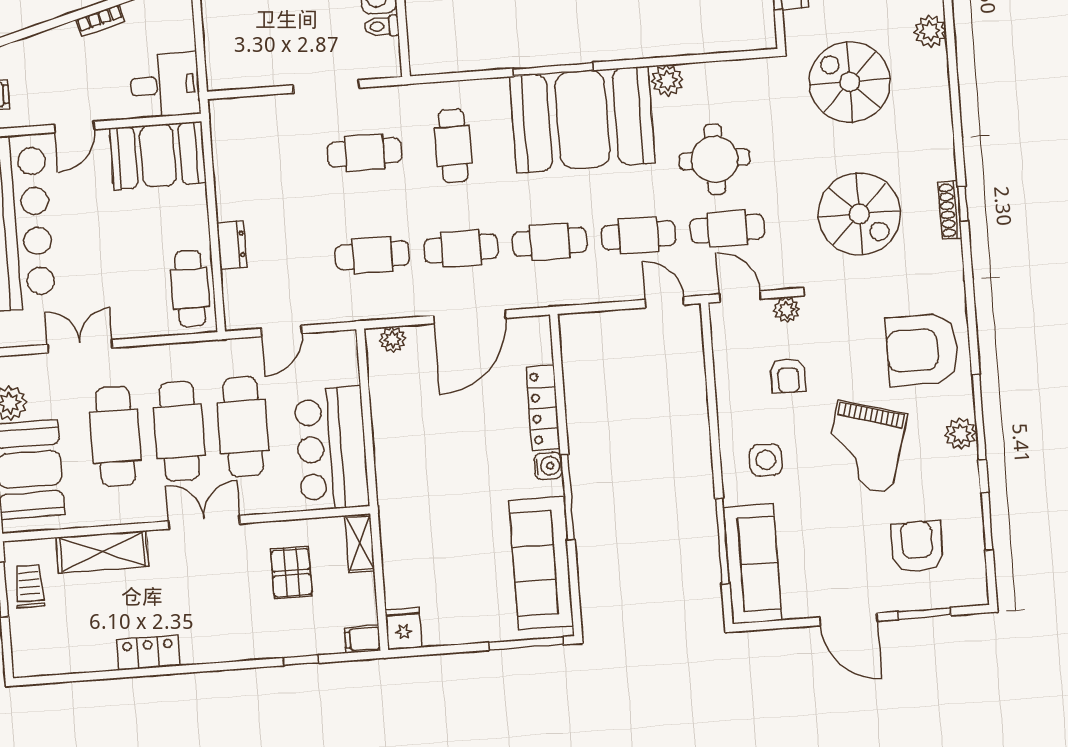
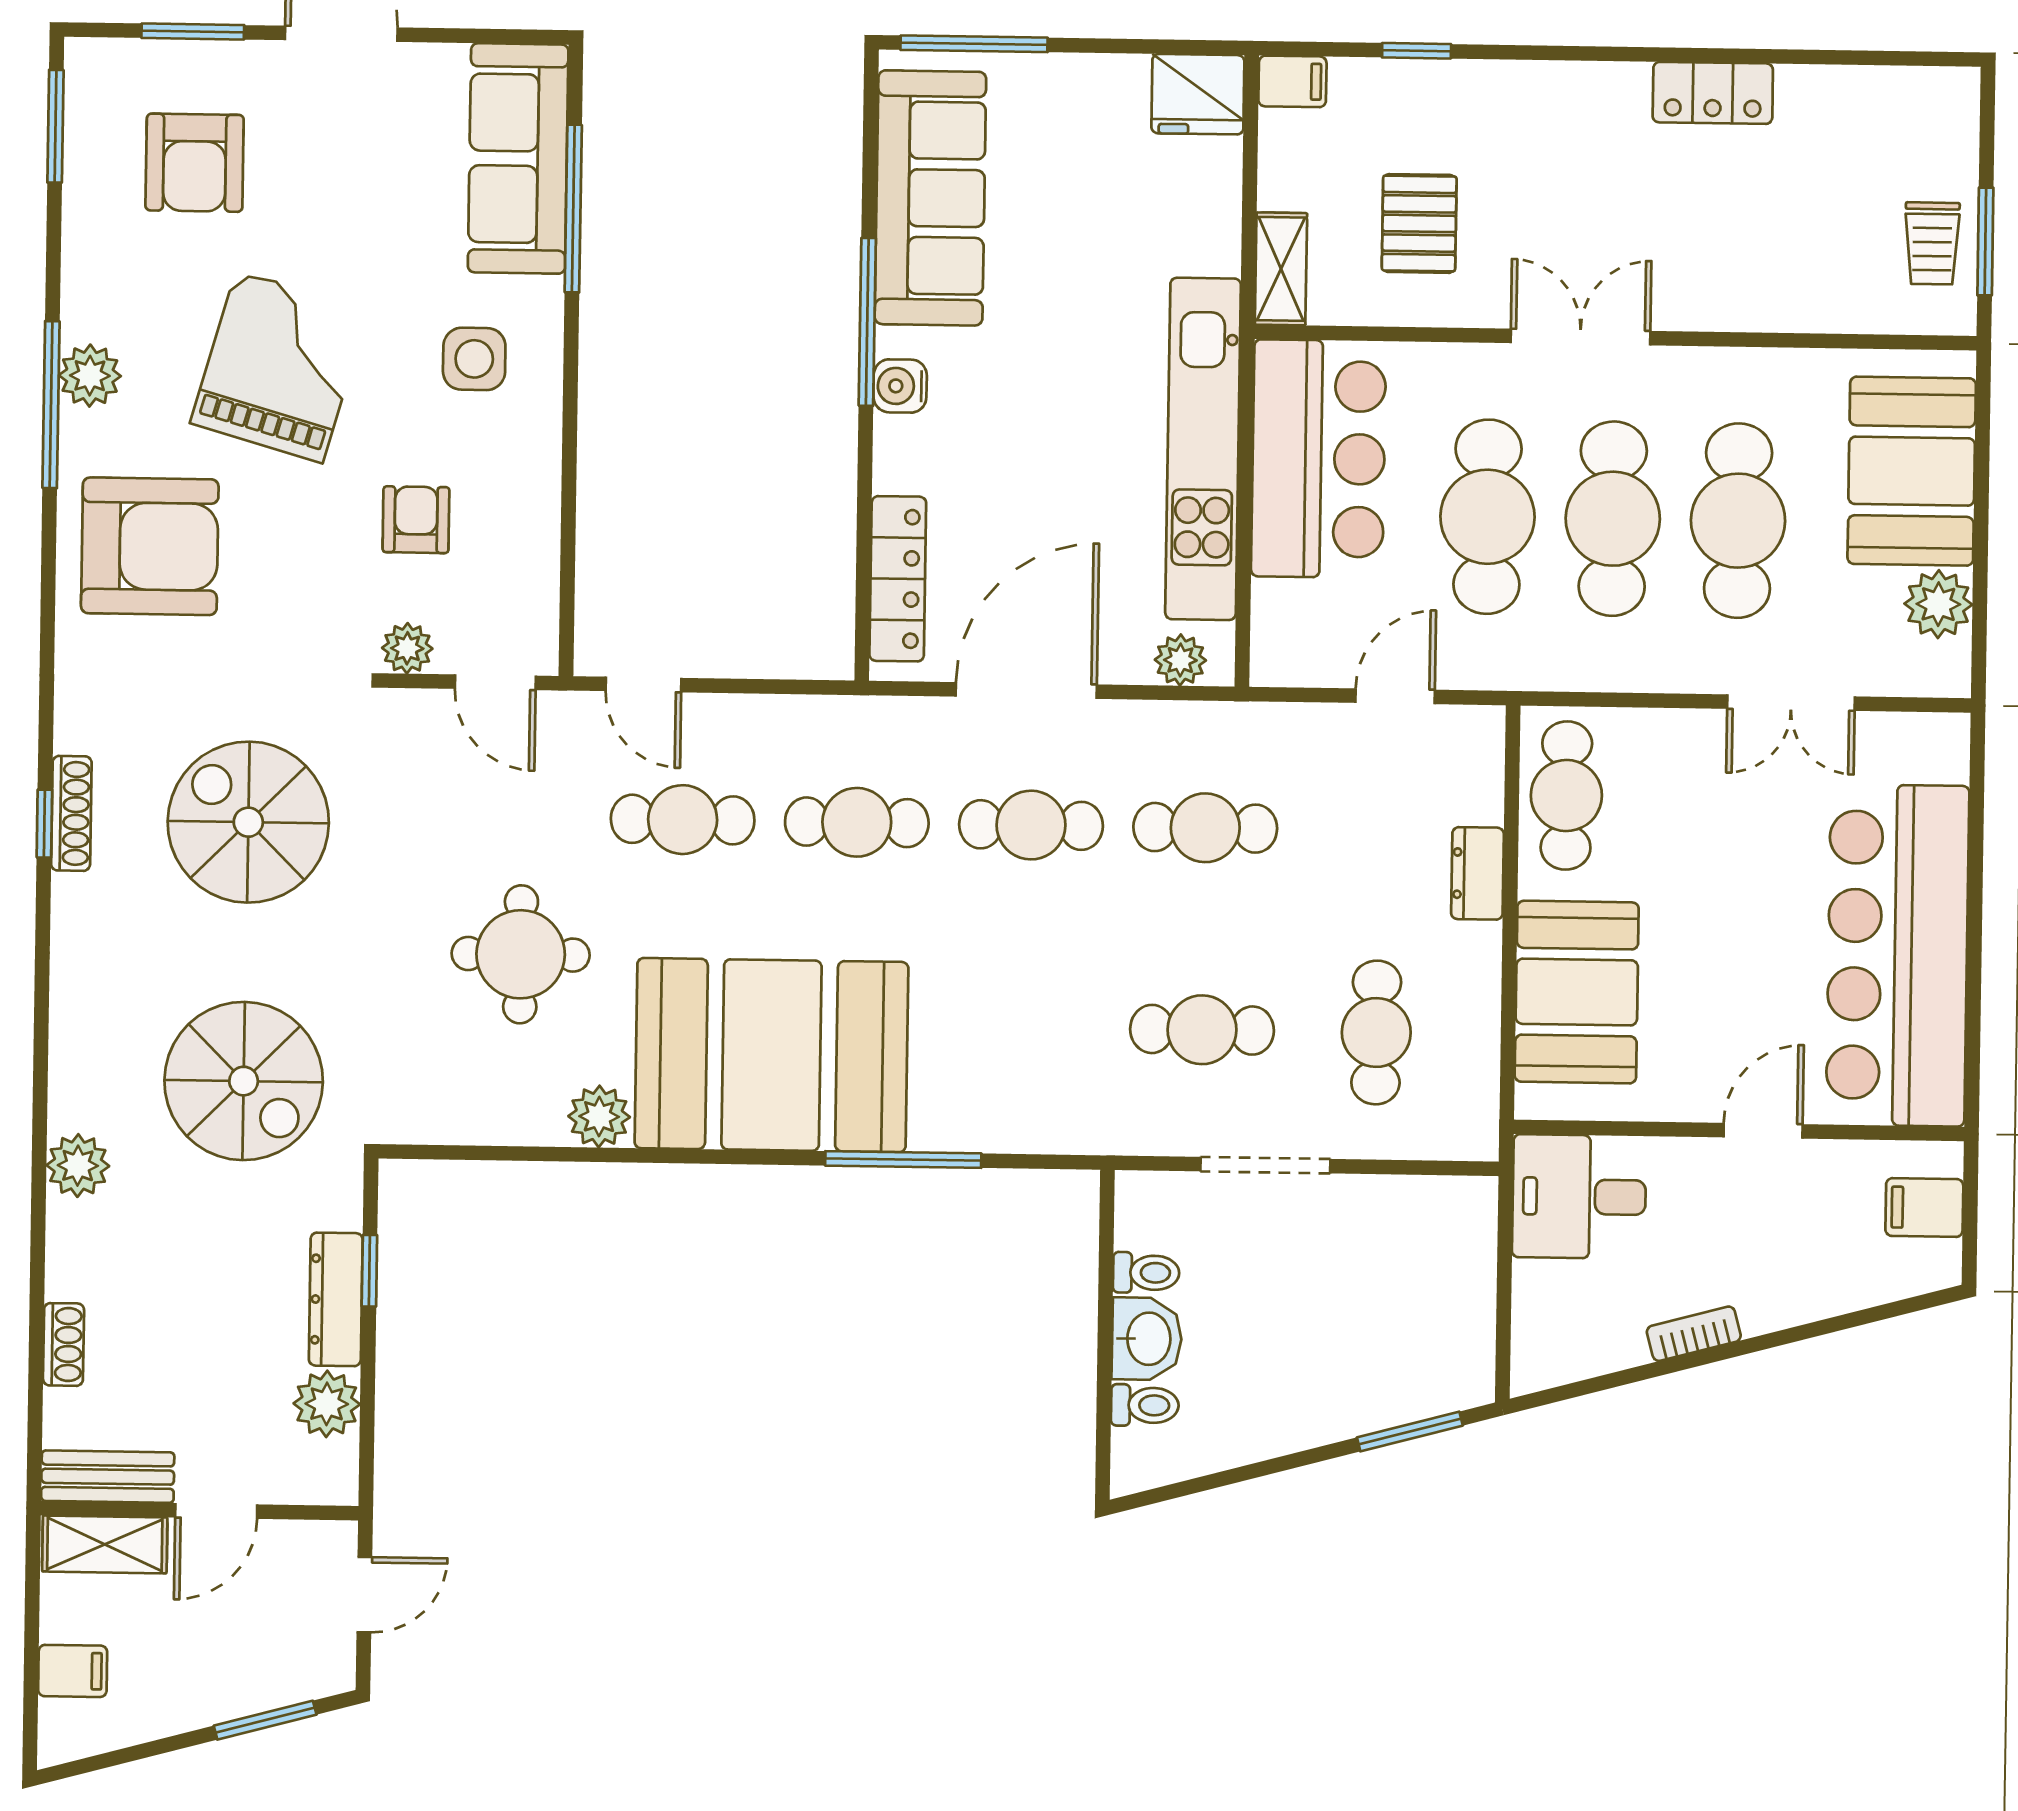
window: (553, 69) -> (903, 1159), moved
cafe table: (453, 146) -> (1376, 1032), moved
booth: (158, 156) -> (1577, 992), moved, turned 90
cafe table: (727, 229) -> (508, 817), removed
locker: (543, 408) -> (898, 579), moved
kitchen unit: (391, 448) -> (1203, 449), added
window: (987, 521) -> (55, 126), moved
double door: (204, 522) -> (1580, 337), swing flipped
shelving: (102, 552) -> (1784, 298), removed
fridge: (403, 629) -> (1198, 94), width x1.38

